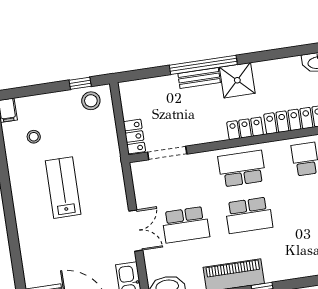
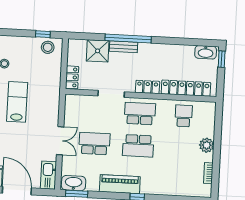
shower: (237, 80) -> (98, 51), moved
doorway: (167, 153) -> (111, 94), moved
school desk: (186, 225) -> (94, 144), turned 180

